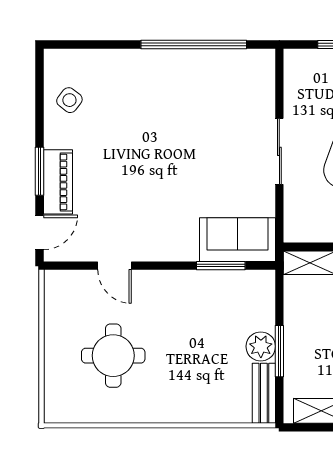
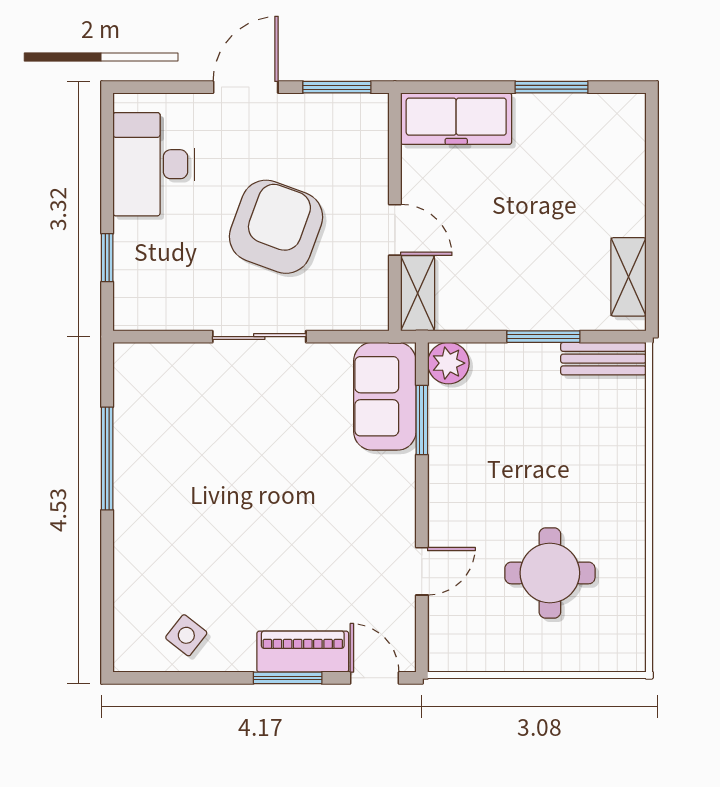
window: (194, 45) -> (107, 458), width x0.68
plant: (261, 346) -> (448, 363), moved

